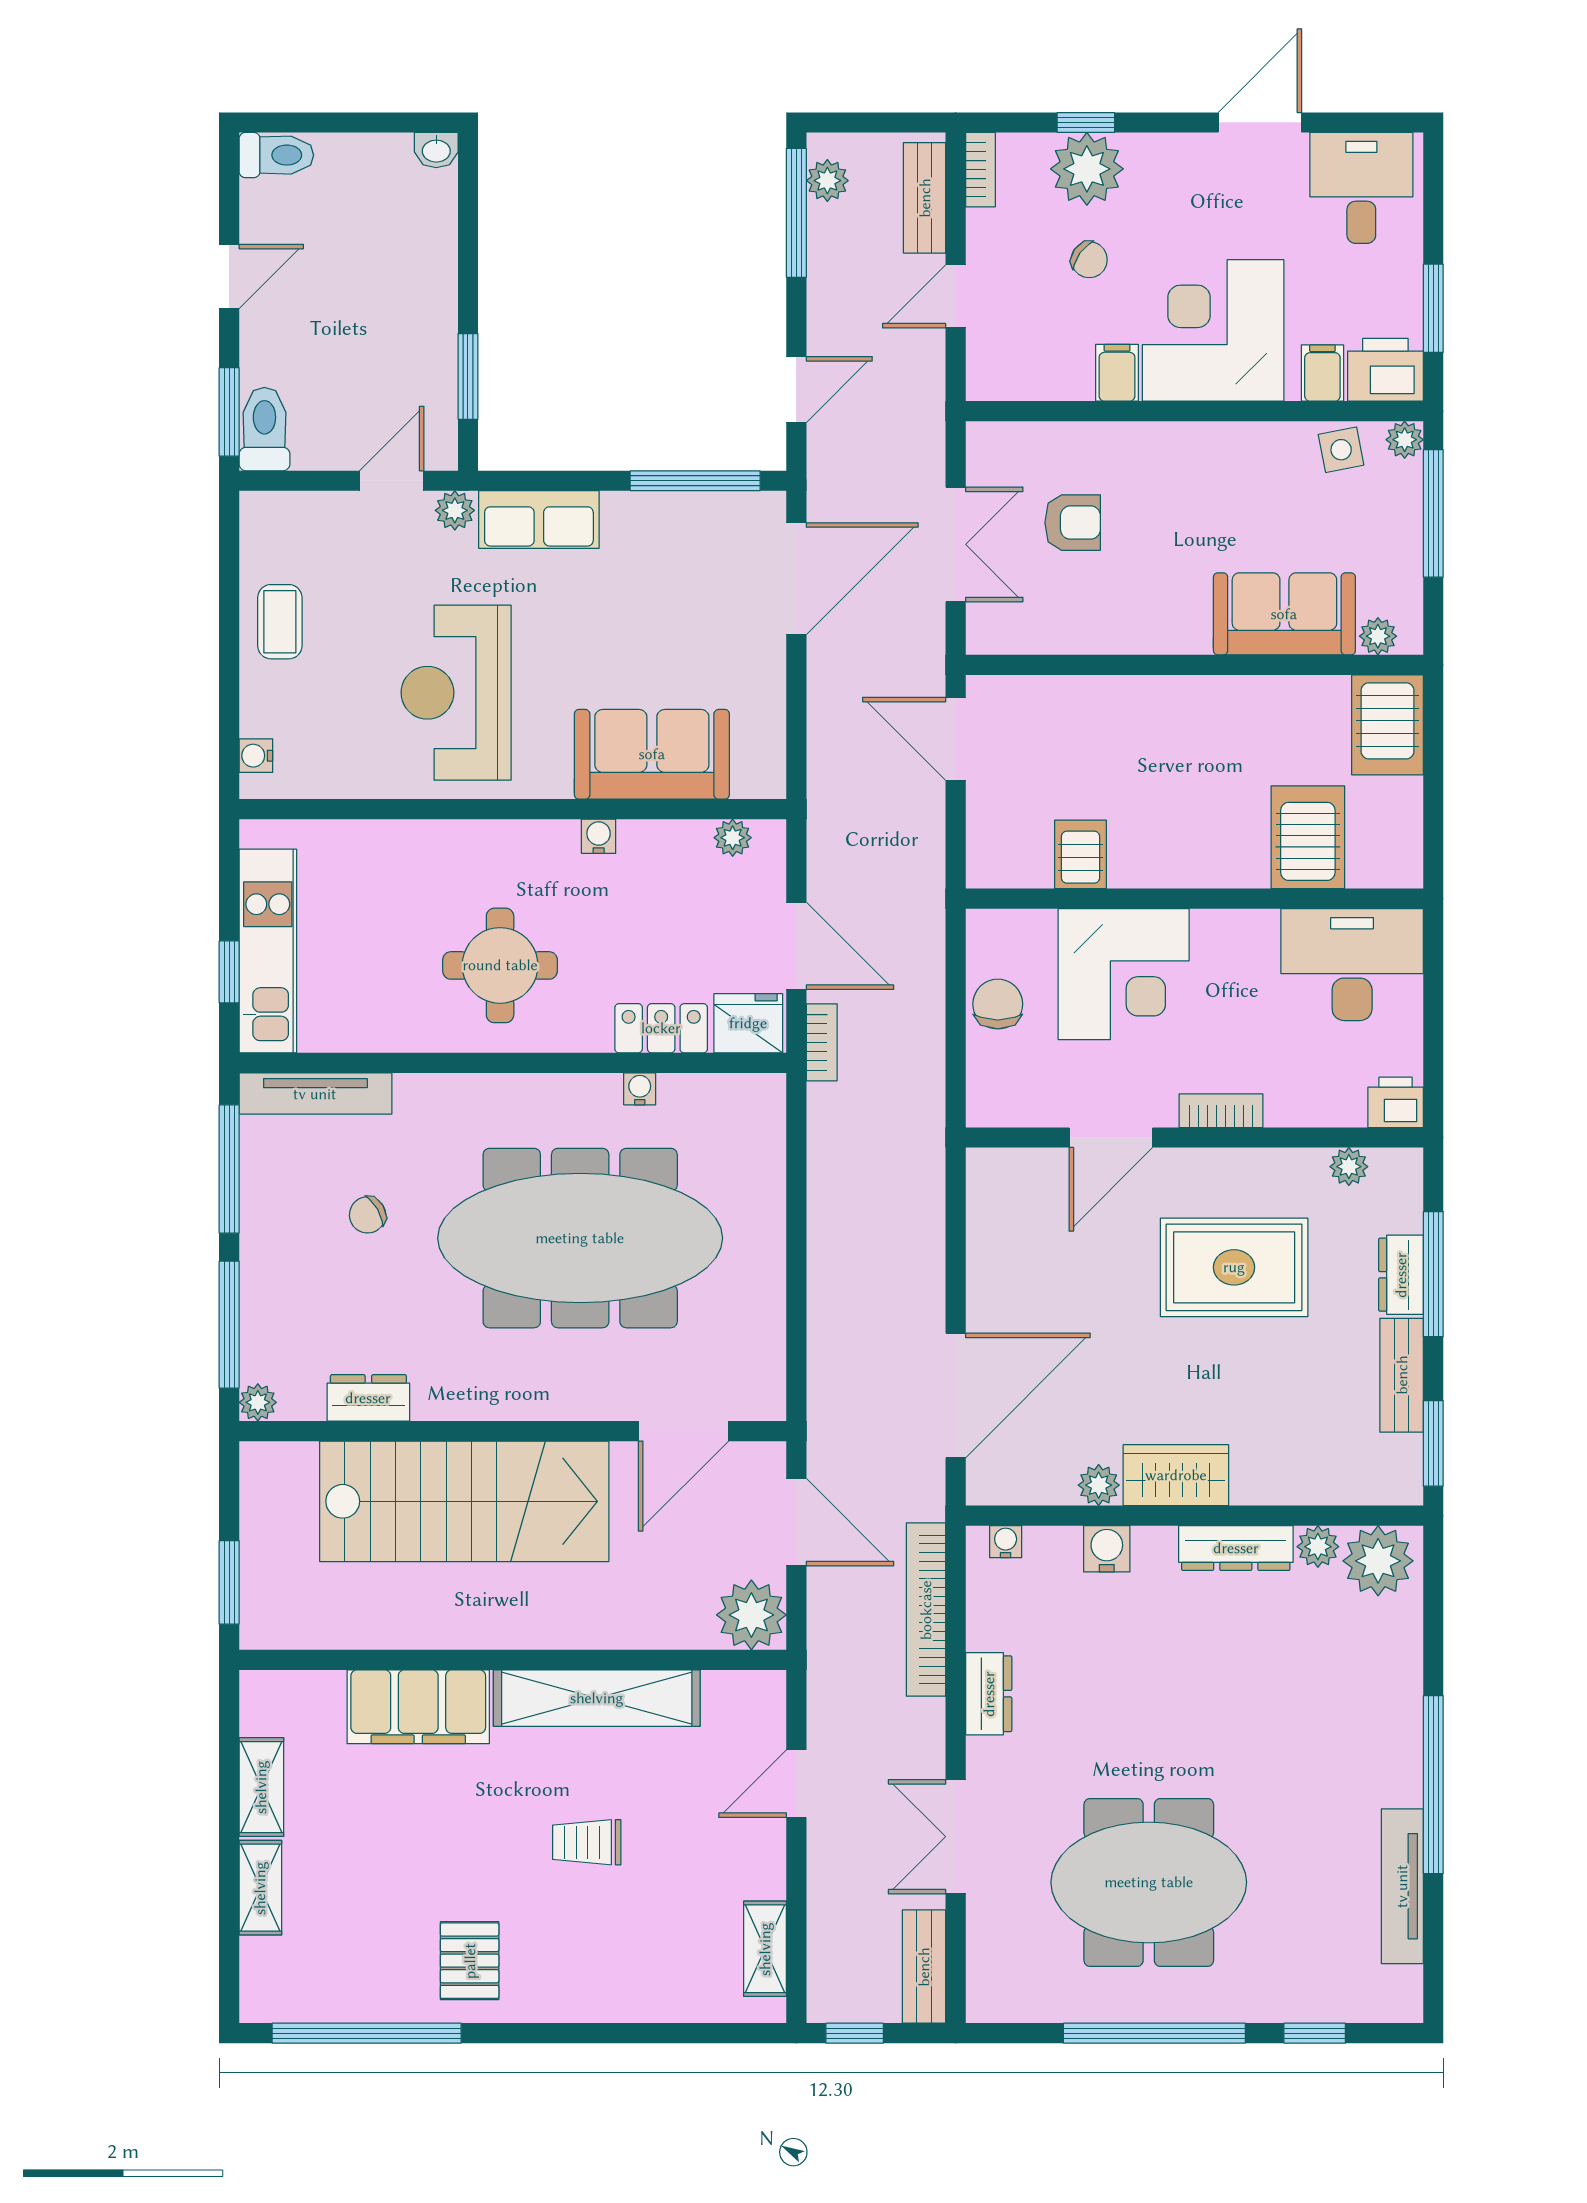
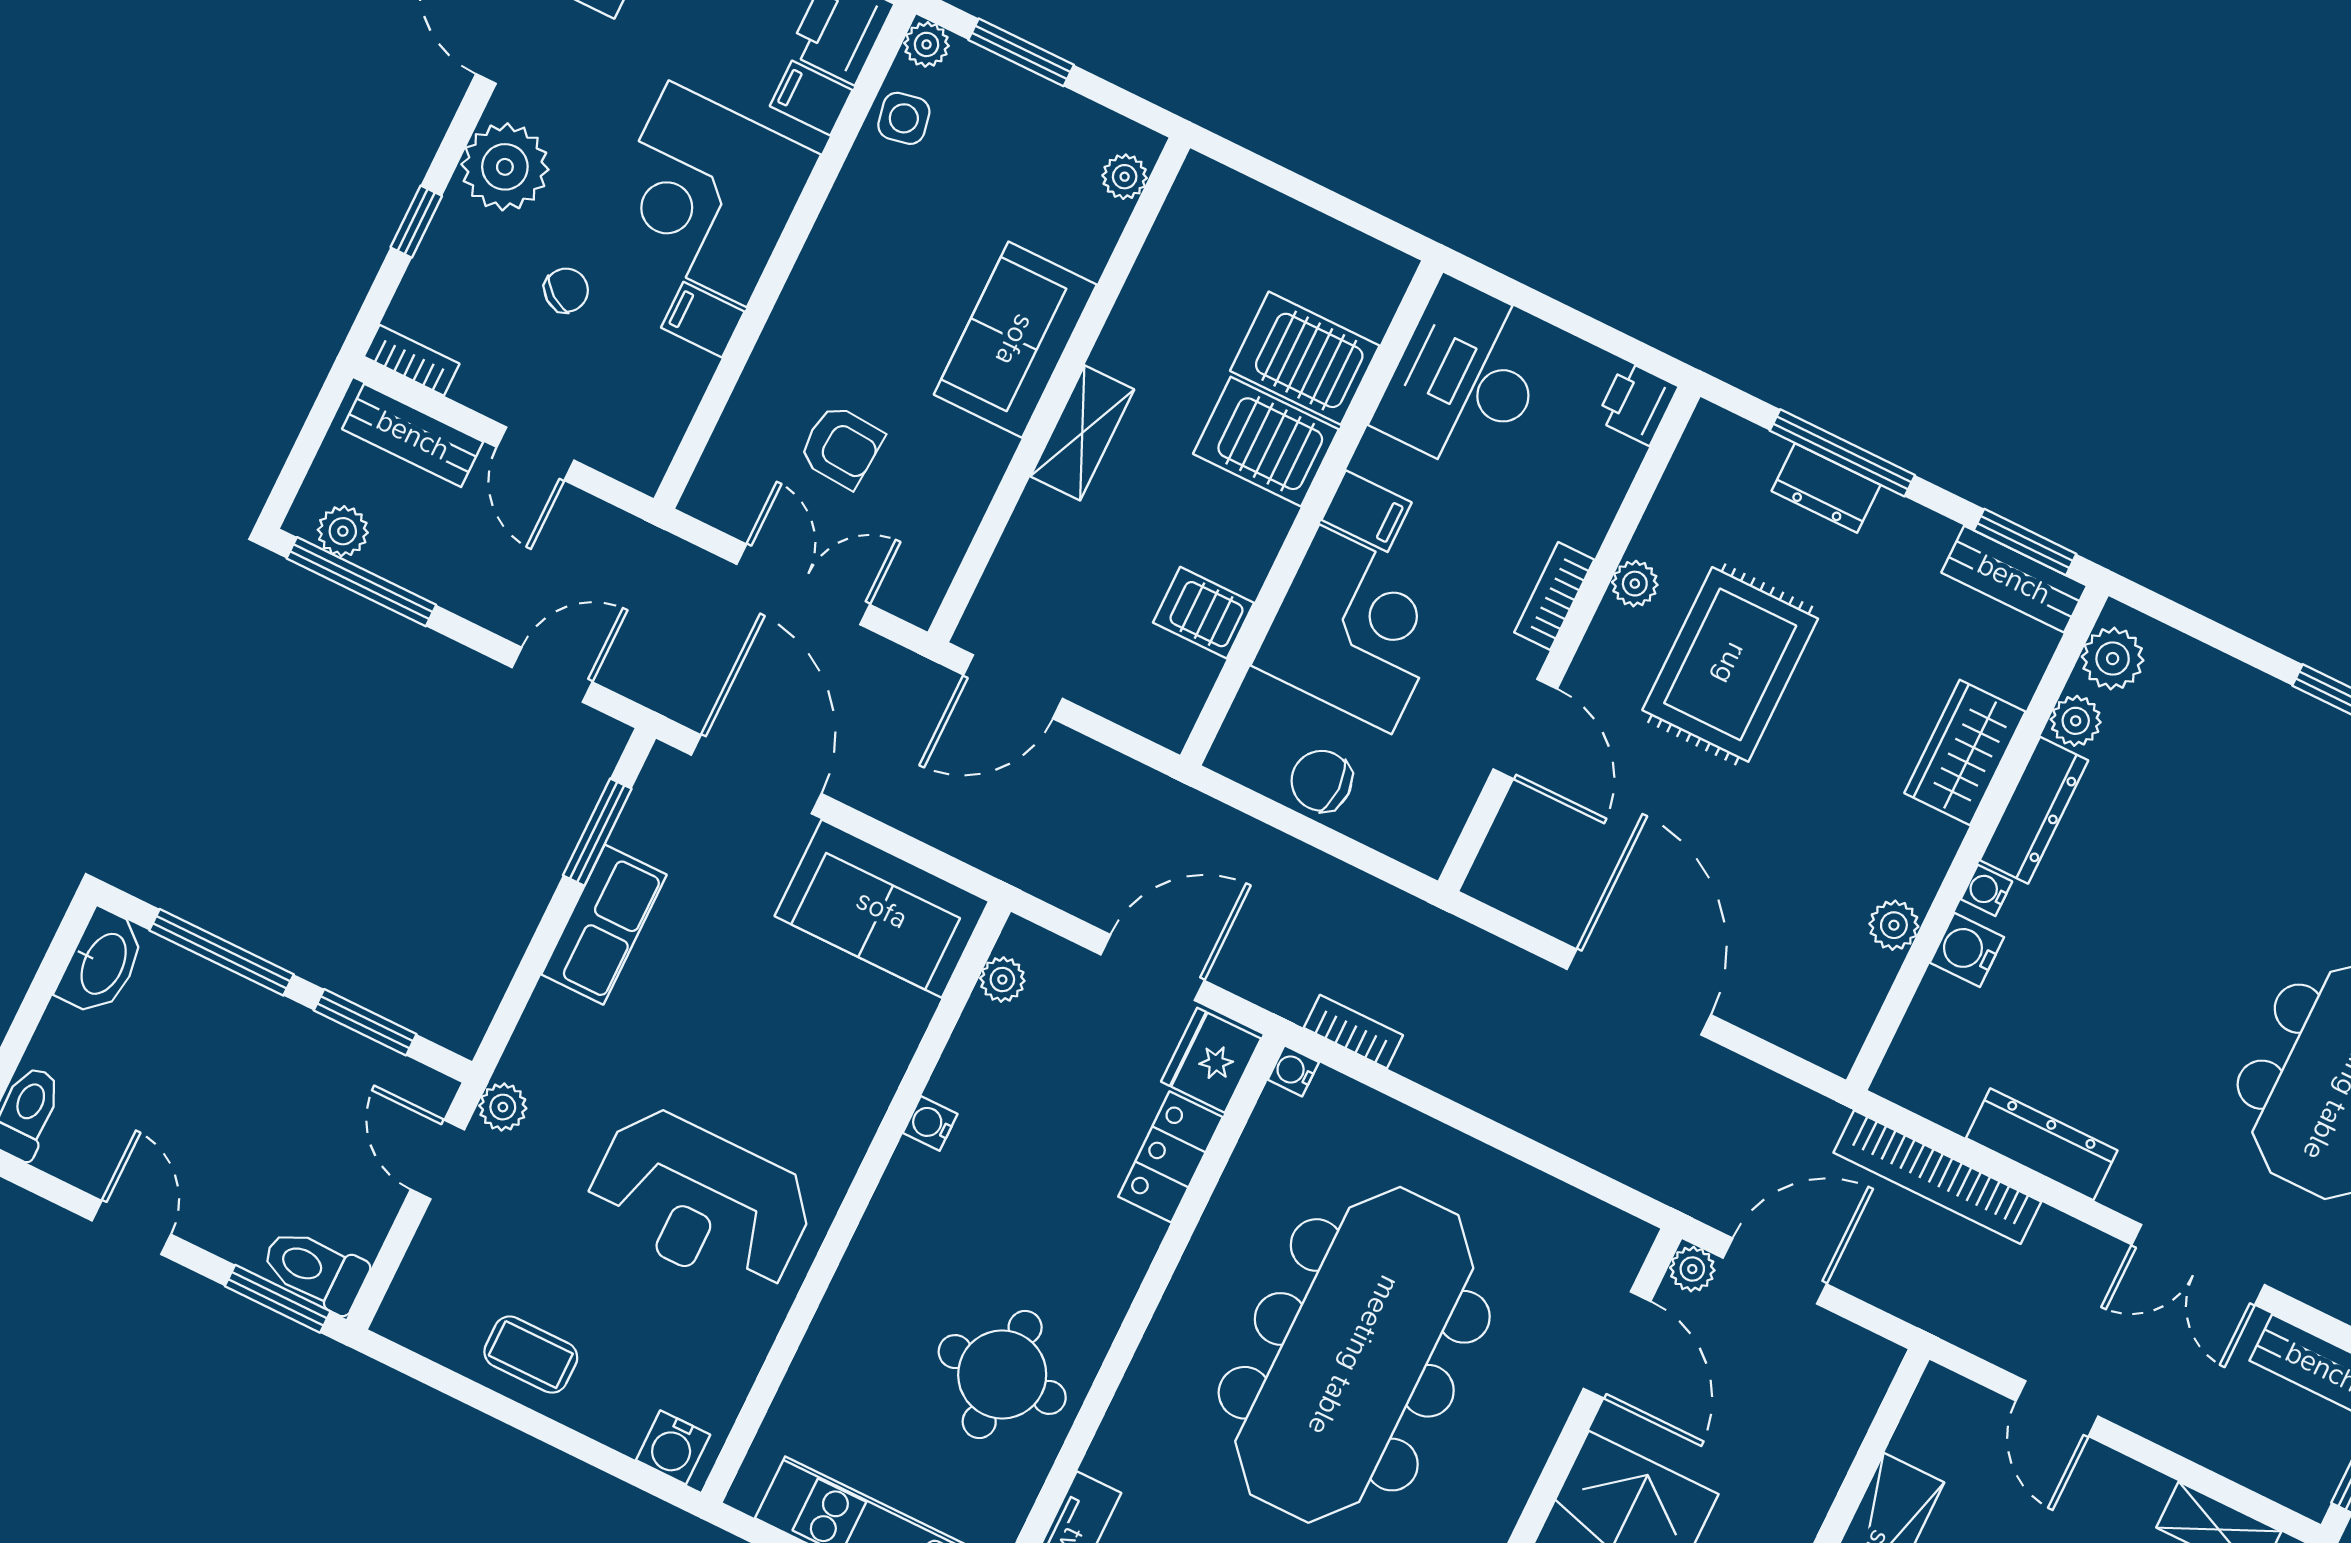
washbasin: (436, 150) -> (102, 963), width x1.91, depth x1.45
plant: (1087, 169) -> (505, 167), moved
window: (468, 243) -> (222, 952), added
door: (796, 390) -> (552, 675), hinge flipped
window: (695, 481) -> (597, 832), width x0.69
window: (1433, 513) -> (1021, 52), width x0.69
row of seats: (539, 520) -> (604, 925), moved
armchair: (1073, 523) -> (841, 446), turned 94
sofa: (1284, 614) -> (1015, 340), moved
shelving: (1171, 698) -> (1082, 433), added
server rack: (1388, 725) -> (1266, 442), moved, turned 180
sofa: (652, 754) -> (882, 909), moved, turned -90
water cooler: (256, 756) -> (673, 1447), width x1.38, depth x1.38
filing cabinet: (1216, 939) -> (1367, 511), added
round table: (500, 965) -> (1002, 1375), moved
bookcase: (822, 1042) -> (1353, 1032), moved
water cooler: (640, 1089) -> (1293, 1071), moved
plant: (1349, 1167) -> (1635, 584), moved
bench: (1402, 1375) -> (2014, 579), moved
door: (956, 1396) -> (1639, 992), moved
wardrobe: (1176, 1475) -> (1965, 752), moved
water cooler: (1006, 1542) -> (1987, 890), moved
plant: (1378, 1561) -> (2113, 659), width x0.73, depth x0.73
plant: (751, 1615) -> (1692, 1269), moved, width x0.53, depth x0.53
dresser: (989, 1694) -> (2042, 1144), width x1.44

